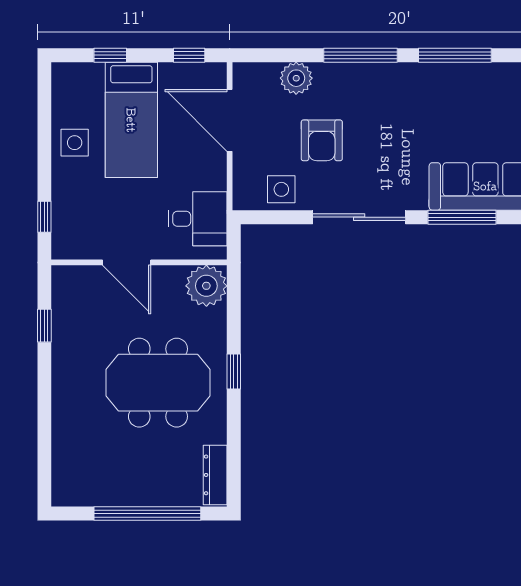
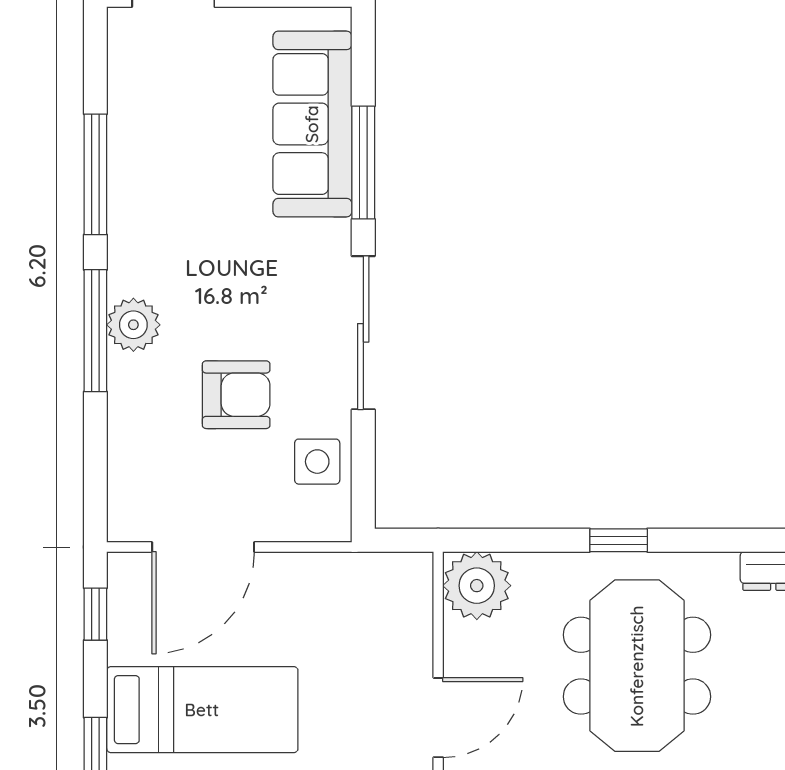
plant: (296, 78) -> (133, 325), moved
desk: (198, 219) -> (366, 600), removed

